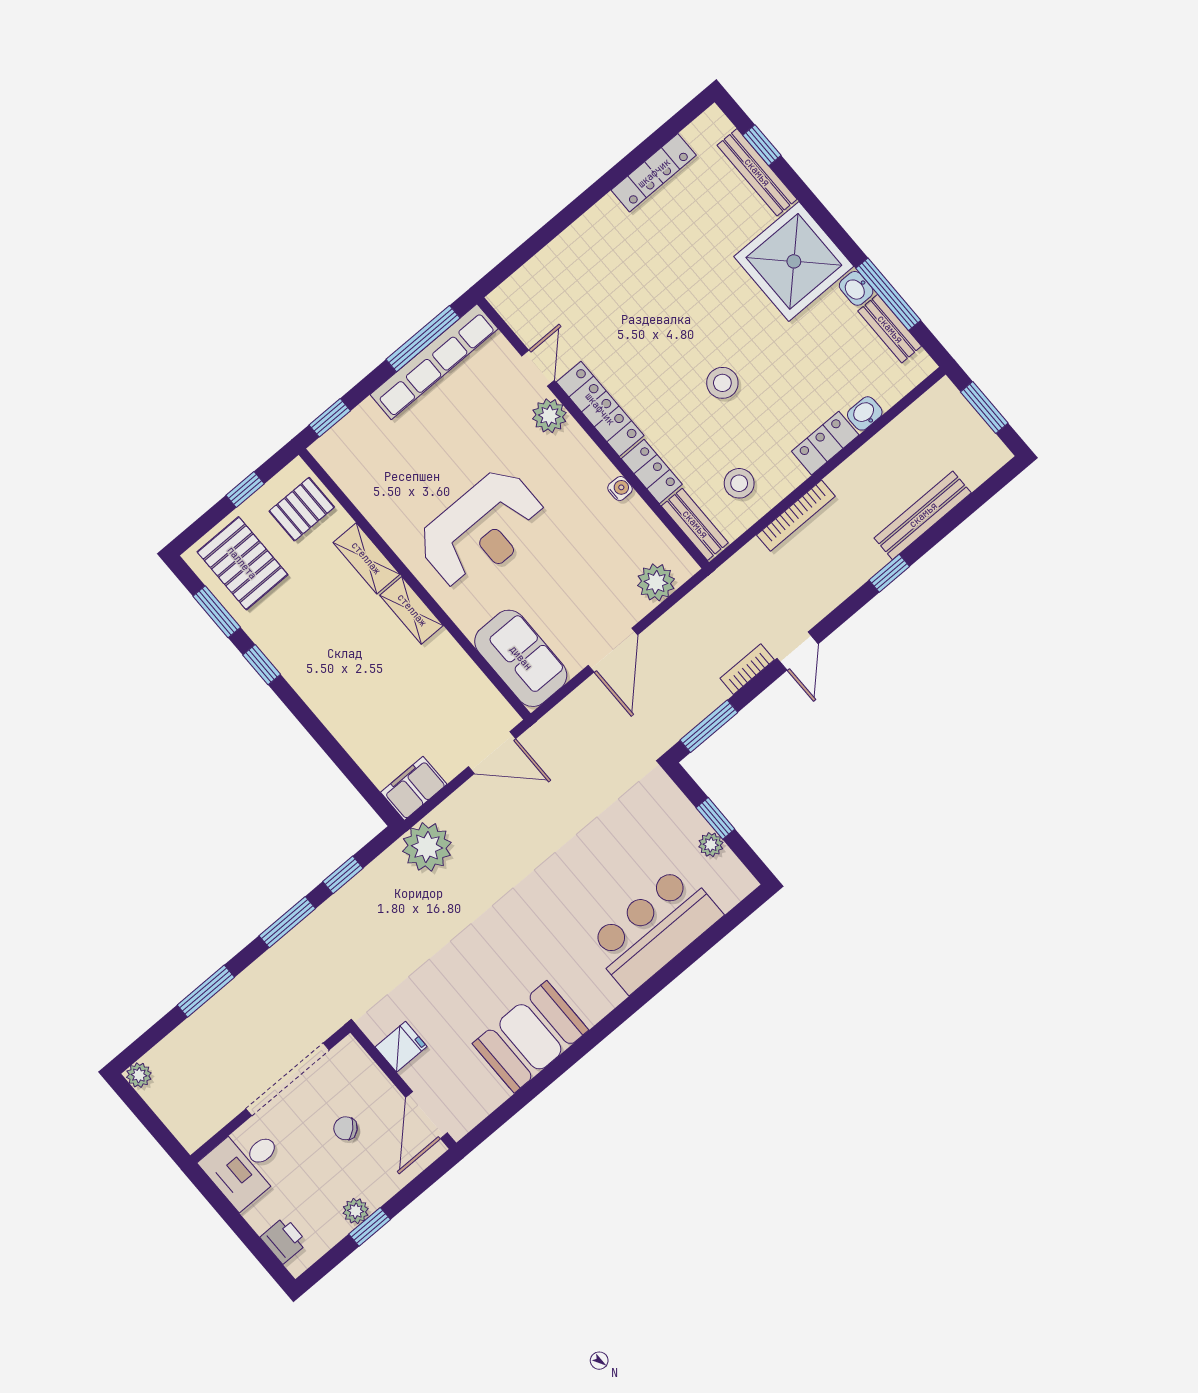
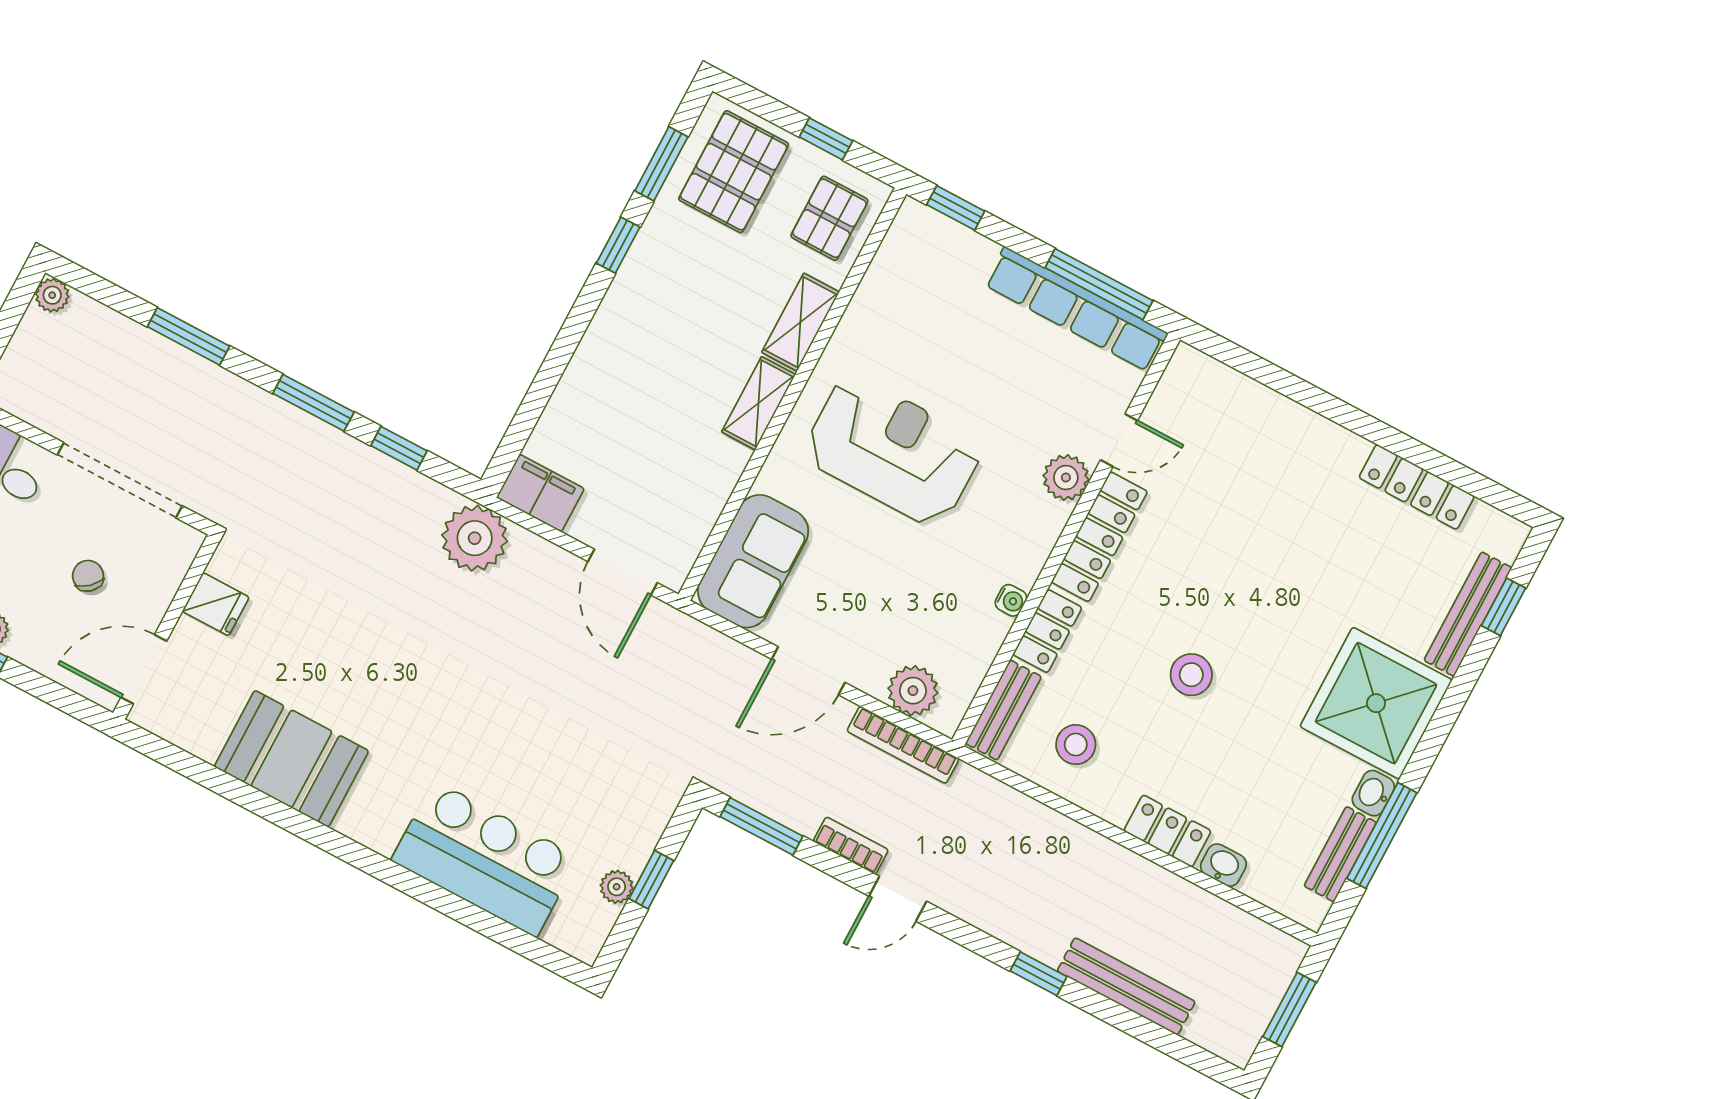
pallet: (302, 509) -> (829, 218), turned 90
bookcase: (796, 516) -> (903, 745), moved
reception desk: (482, 529) -> (893, 451), turned 180

